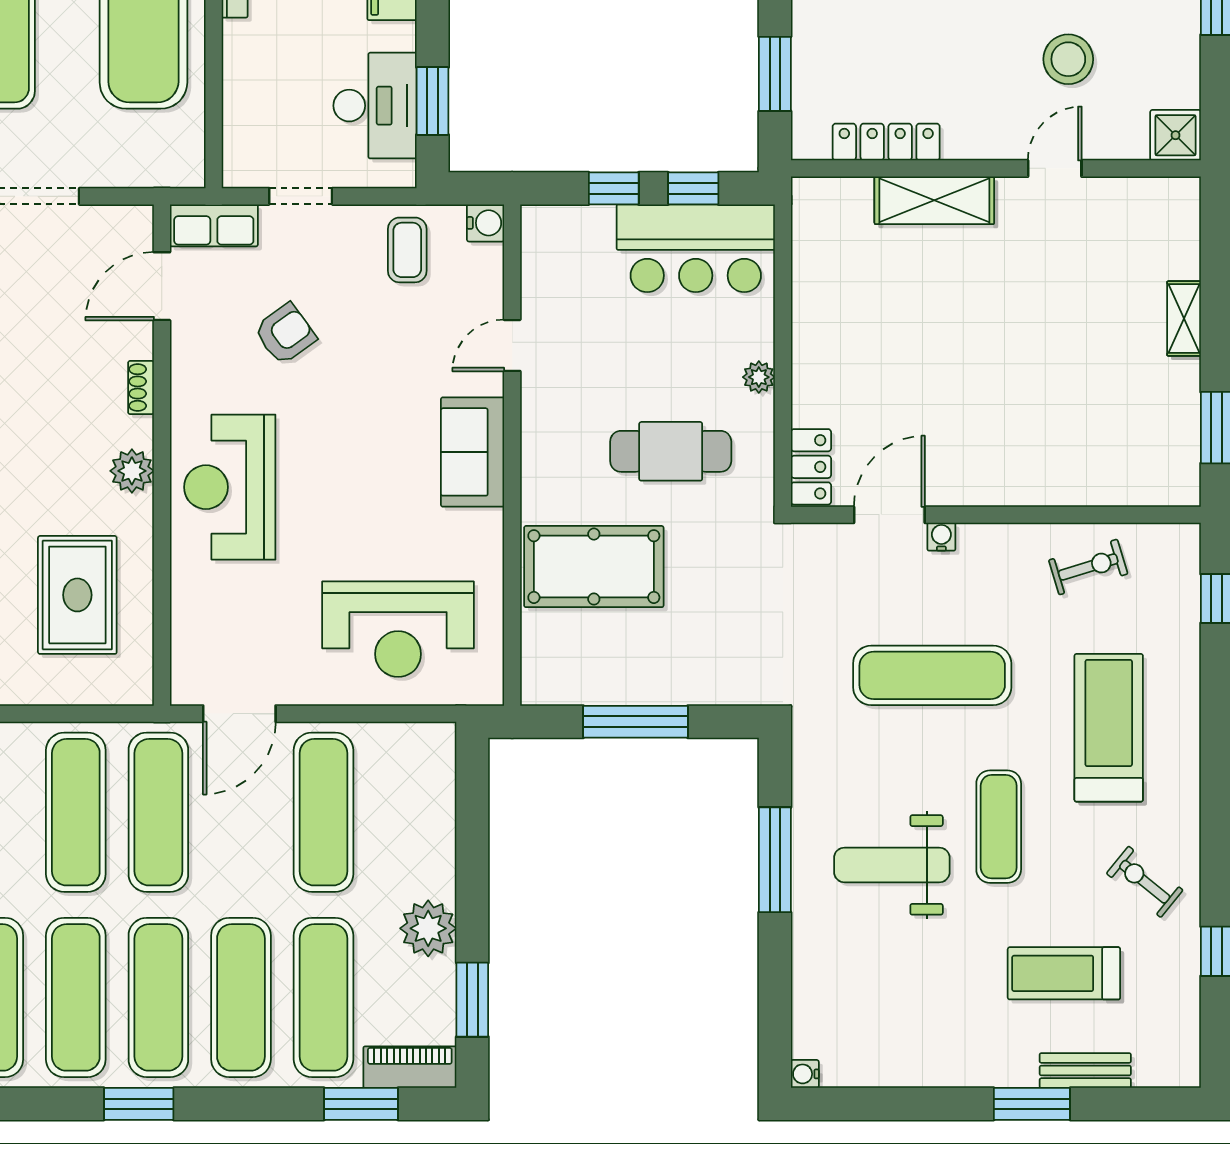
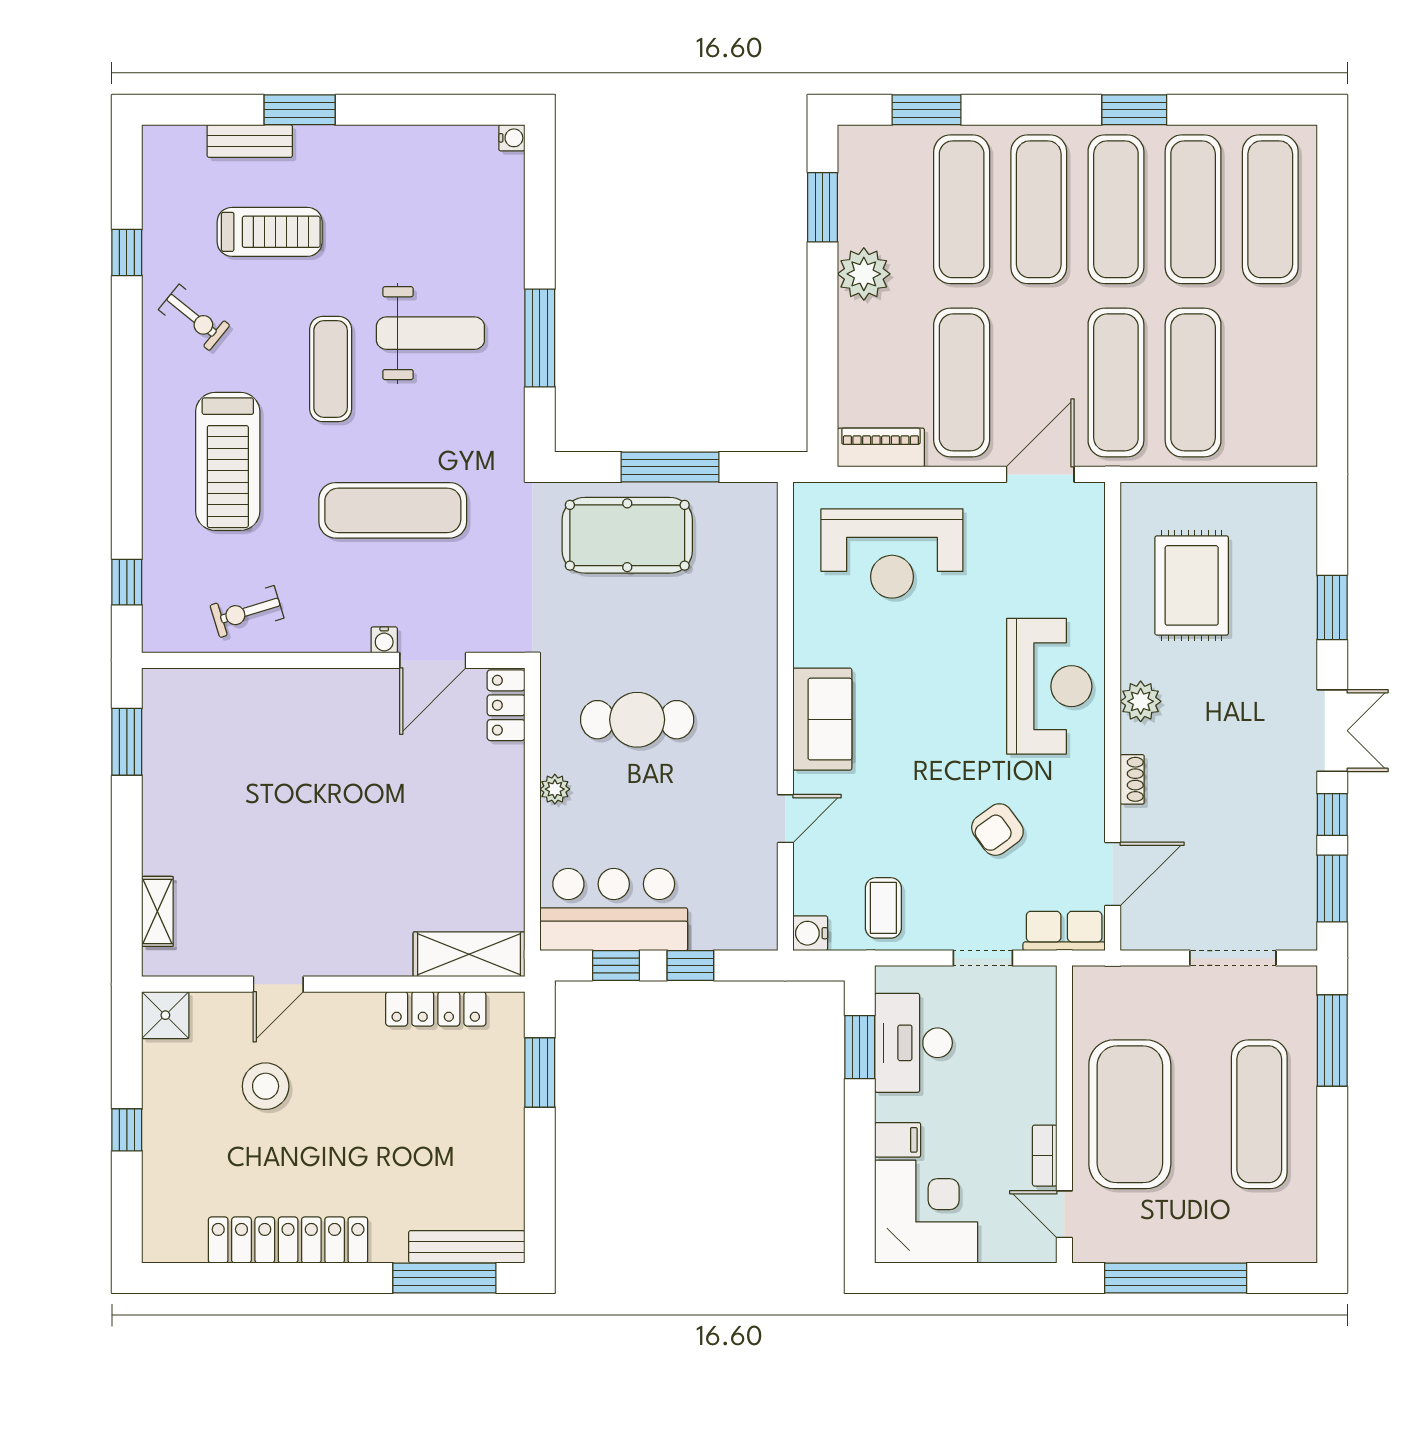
shelving: (934, 200) -> (469, 954), moved
shelving: (1184, 319) -> (157, 911), moved
pool table: (594, 567) -> (627, 535), moved
reception desk: (398, 629) -> (892, 553), turned 180
piano: (410, 1067) -> (881, 448), moved, turned 180

